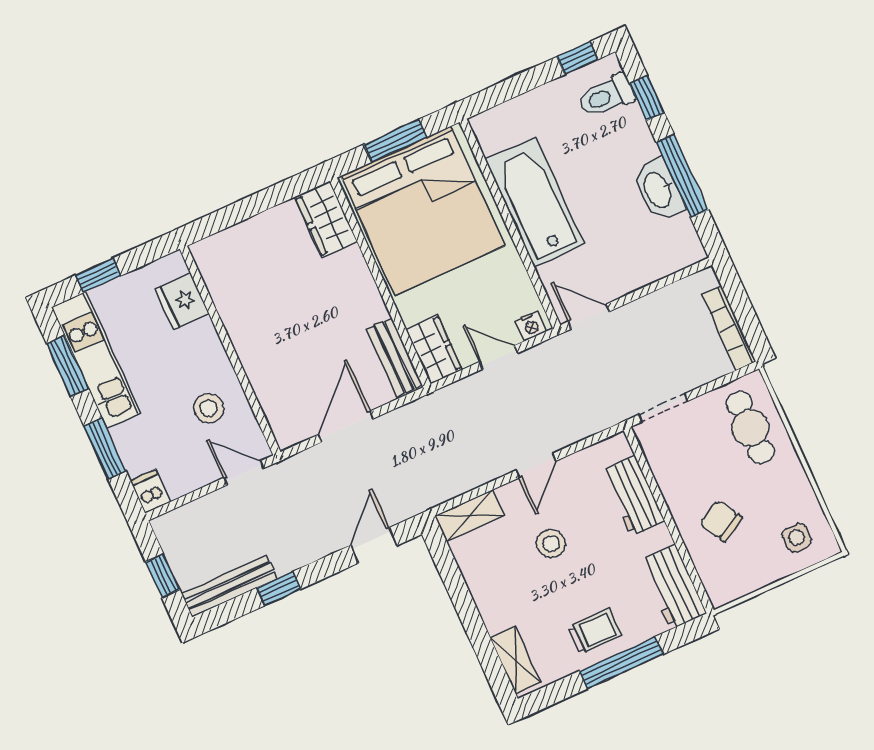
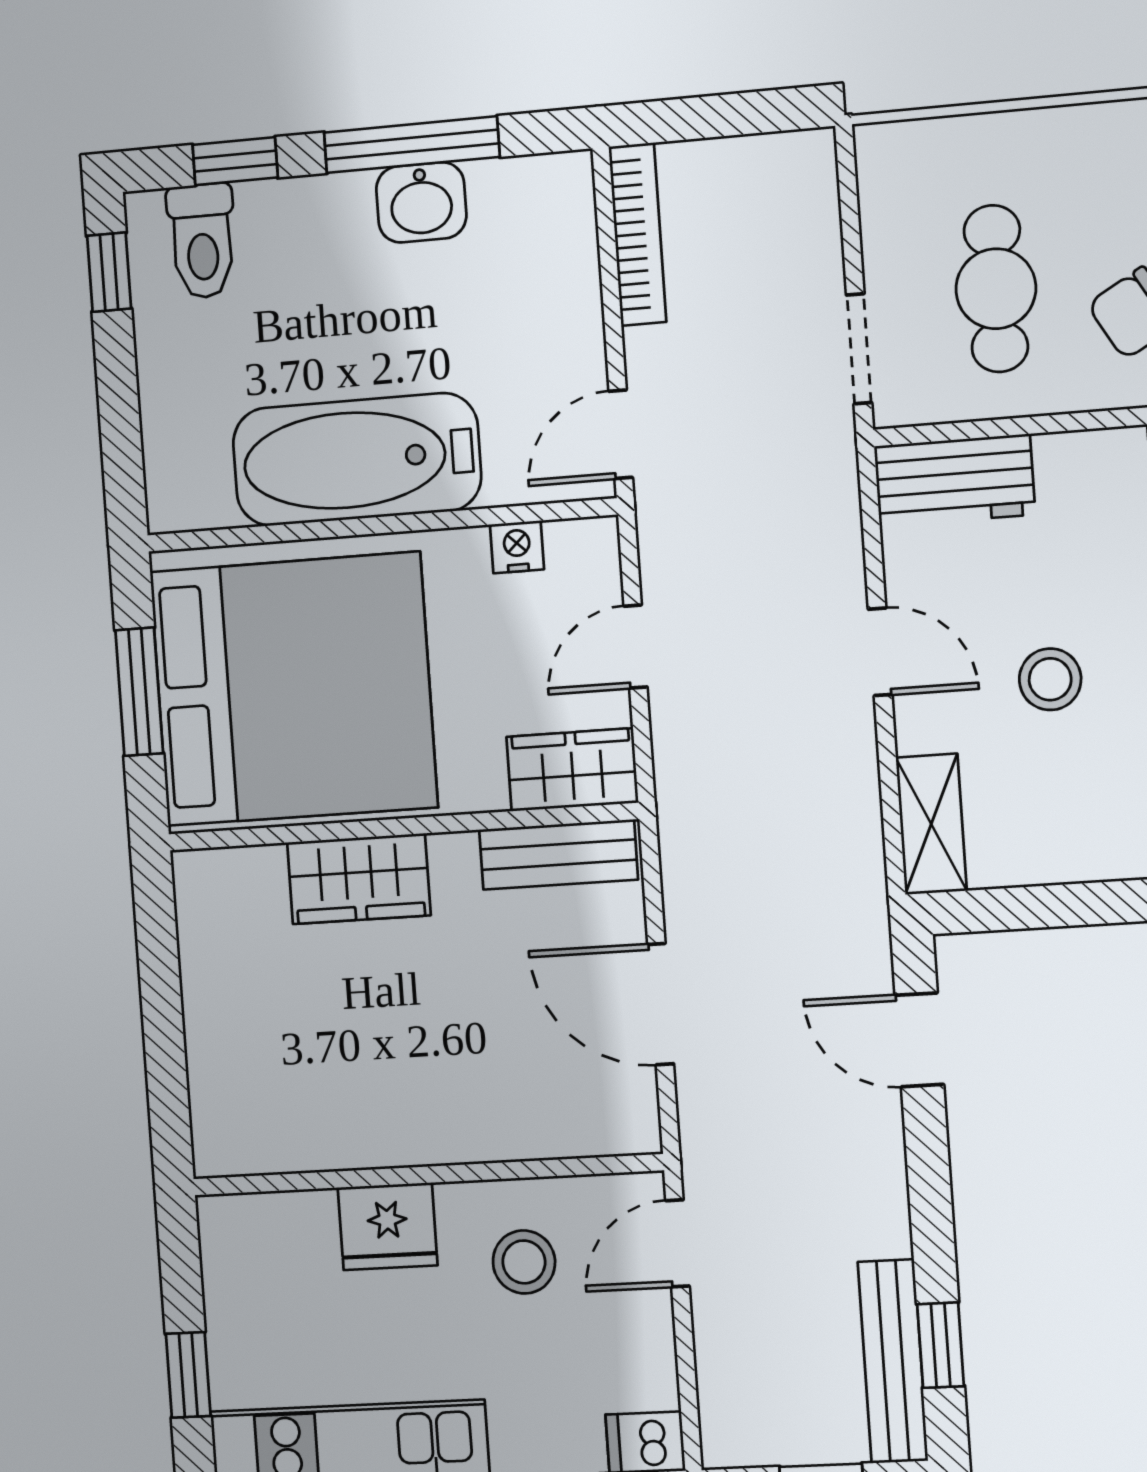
washbasin: (658, 190) -> (421, 202), width x0.72
wardrobe: (326, 219) -> (359, 879), moved
fridge: (182, 301) -> (388, 1226), moved
nightstand: (531, 326) -> (517, 547), moved, turned -90
bookcase: (729, 328) -> (637, 234), moved, turned -90
cafe table: (750, 428) -> (996, 289), moved, turned 90
workbench: (633, 496) -> (955, 480), moved
window: (279, 589) -> (941, 1345), moved

